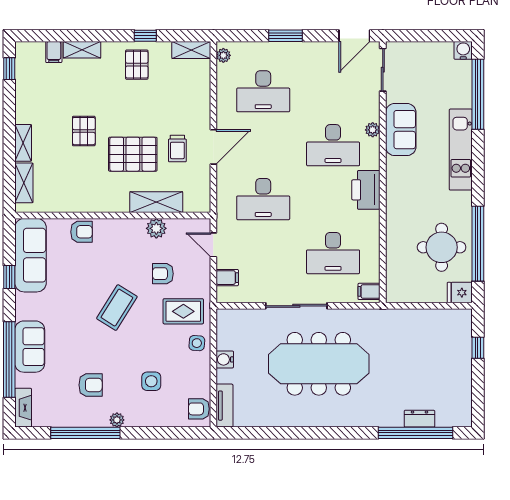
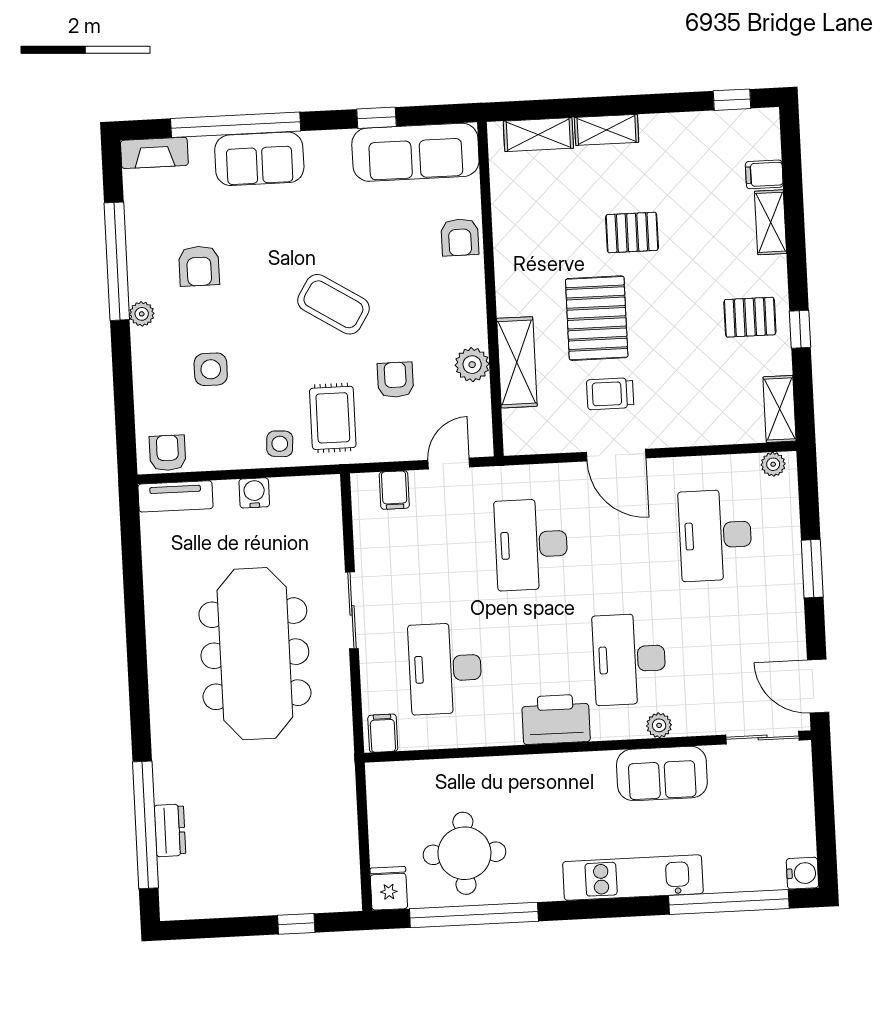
sliding door: (296, 306) -> (352, 610), width x0.73

